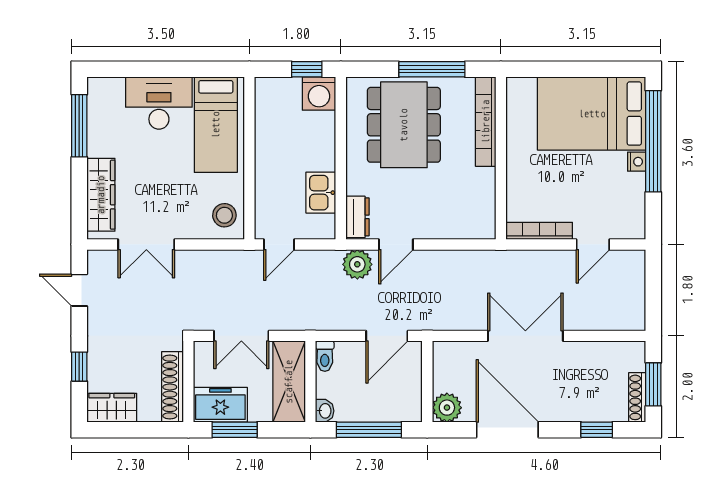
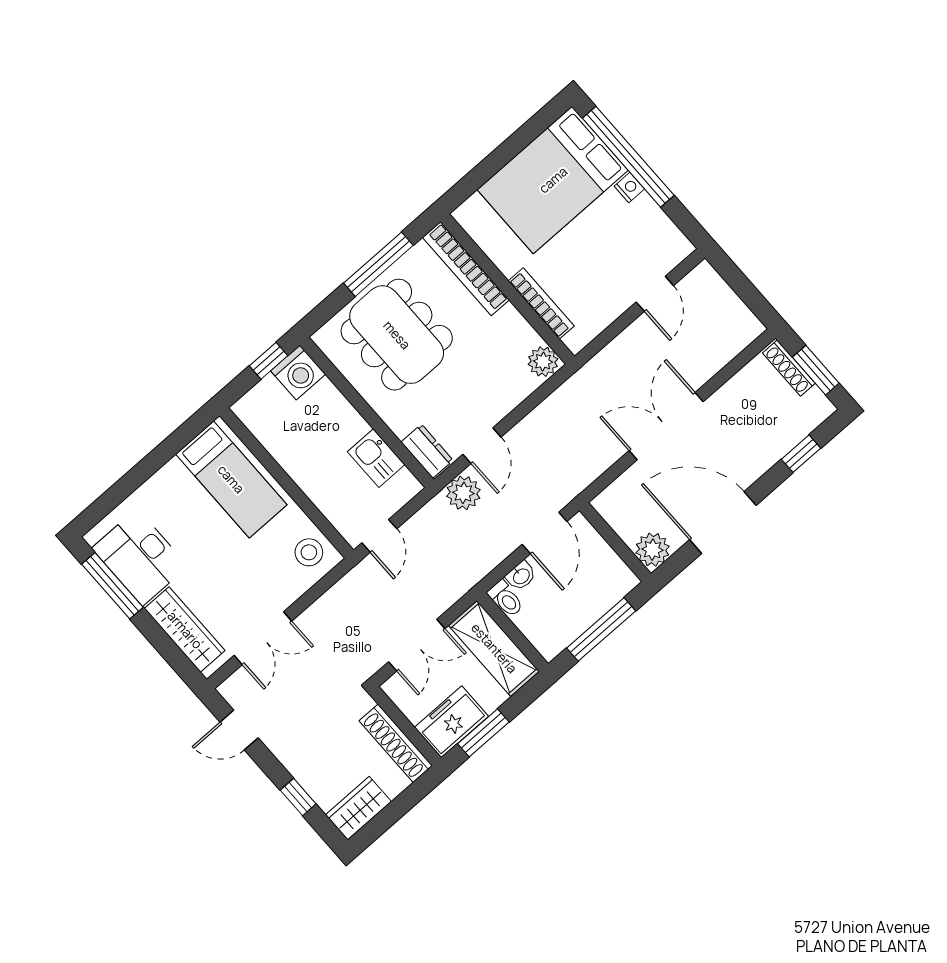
desk: (159, 103) -> (140, 557), moved, turned -90
plant: (483, 225) -> (543, 362), added
bookcase: (539, 231) -> (541, 303), moved, turned 90
shoe rack: (637, 397) -> (789, 368), moved
washbasin: (325, 411) -> (521, 576), moved, turned 90

